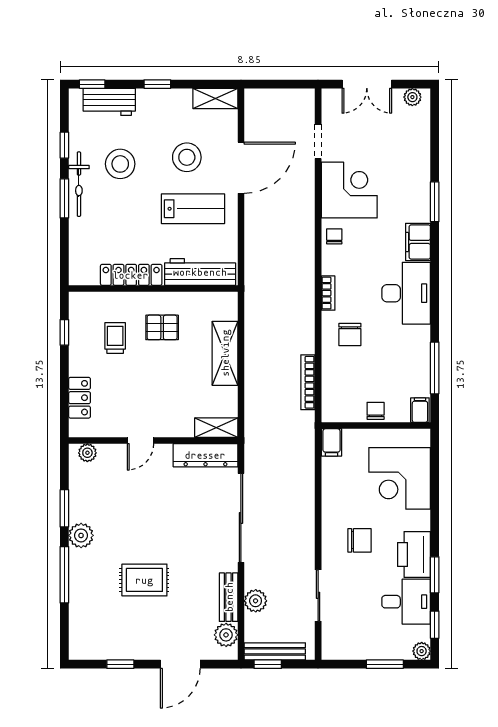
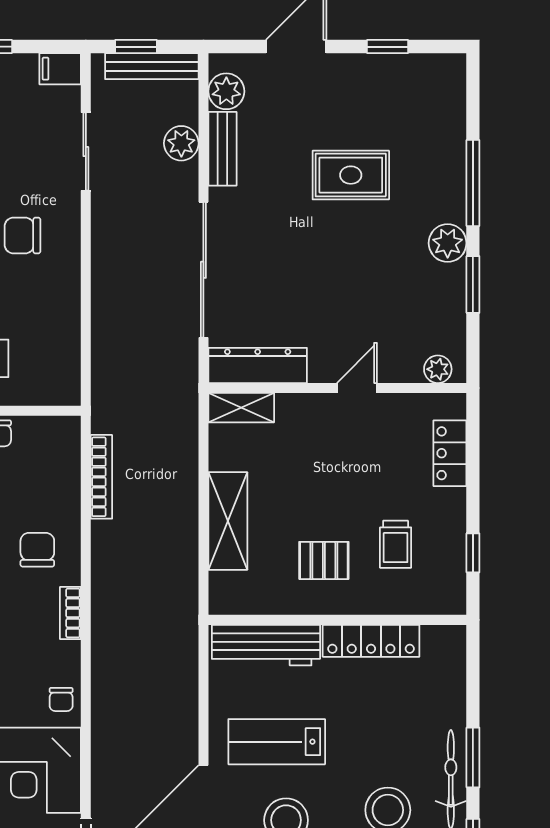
filing cabinet: (331, 442) -> (60, 69), moved, turned -90
window: (268, 664) -> (136, 47), moved

